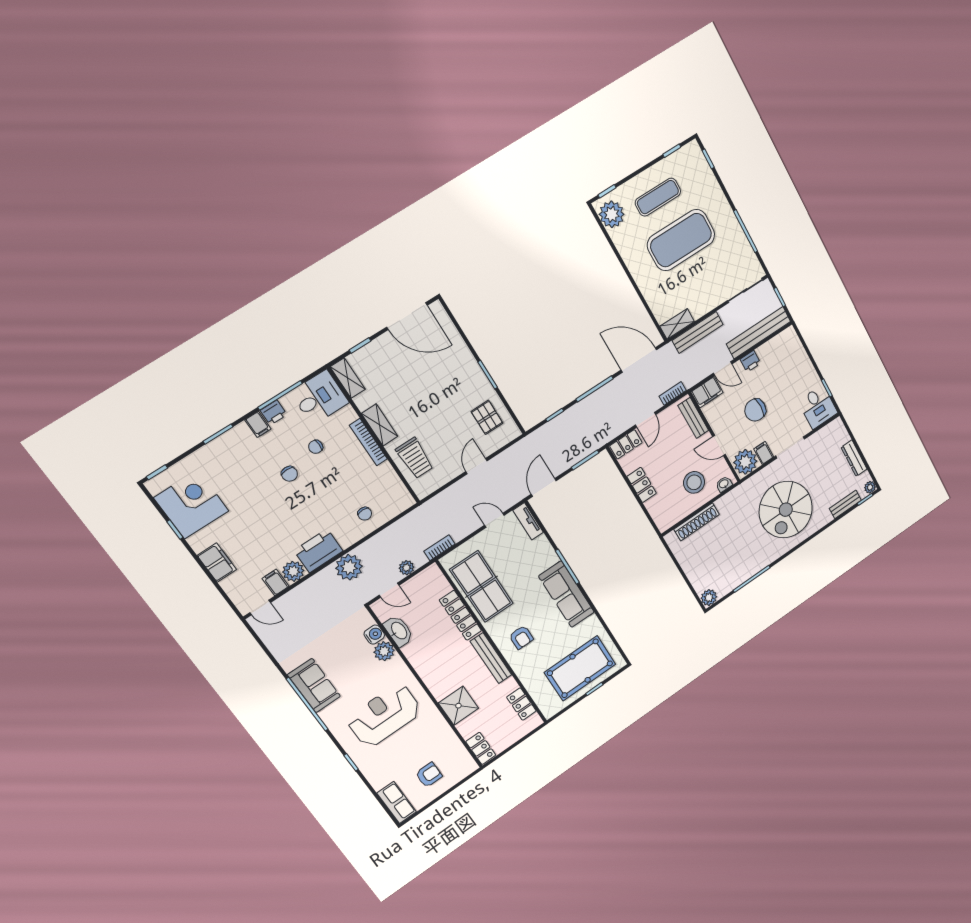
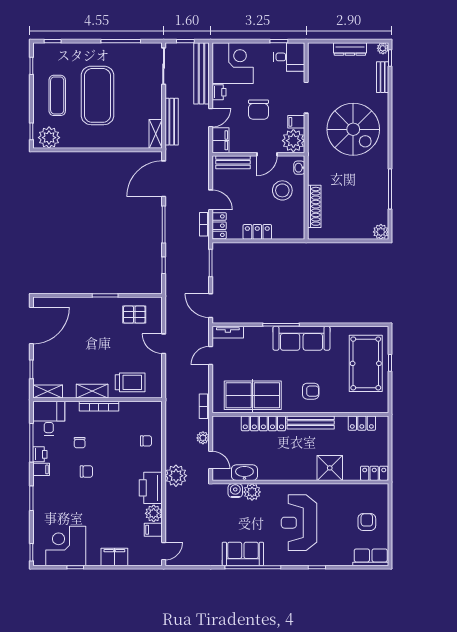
corner desk: (784, 357) -> (233, 63), added
bookcase: (673, 393) -> (204, 224), moved
door: (389, 590) -> (211, 460), hinge flipped

